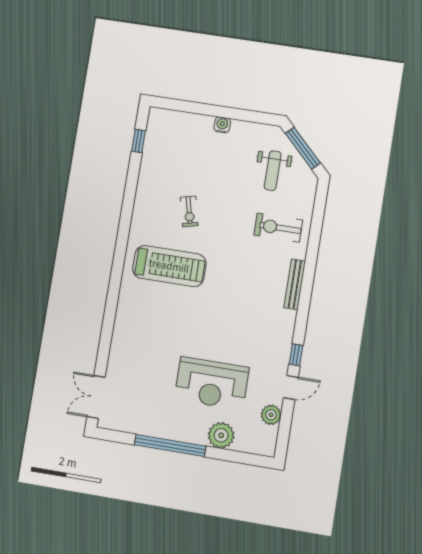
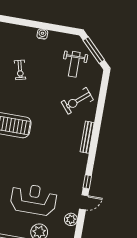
exercise bike: (189, 211) -> (20, 70), moved
exercise bike: (278, 228) -> (77, 101), turned -40
reception desk: (212, 383) -> (34, 199), turned 180

